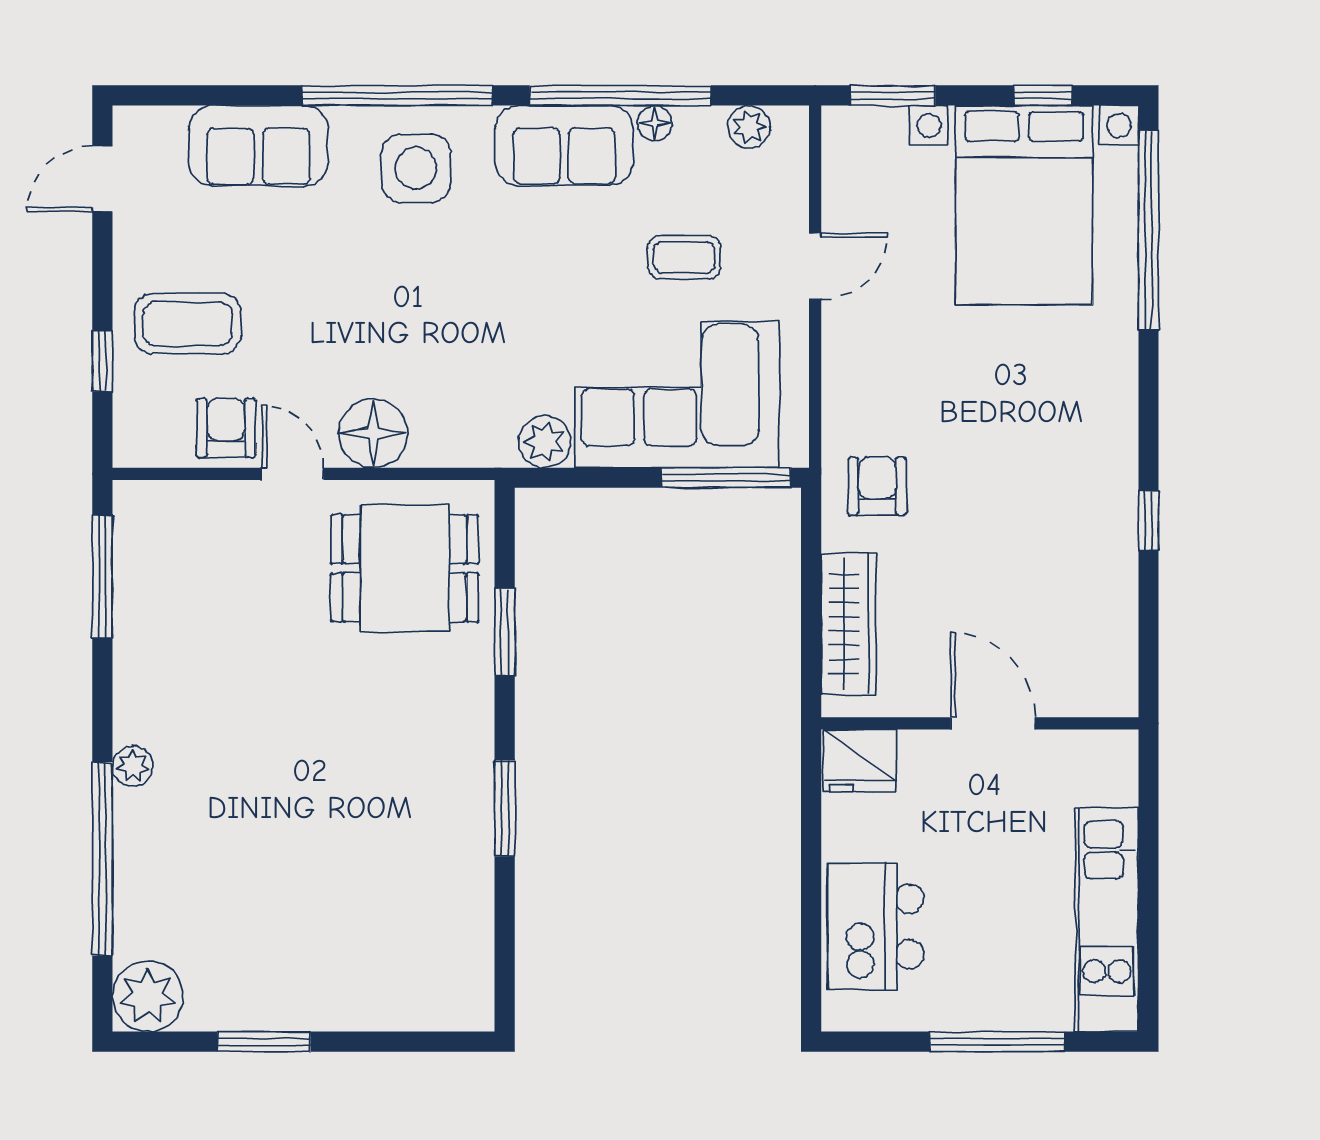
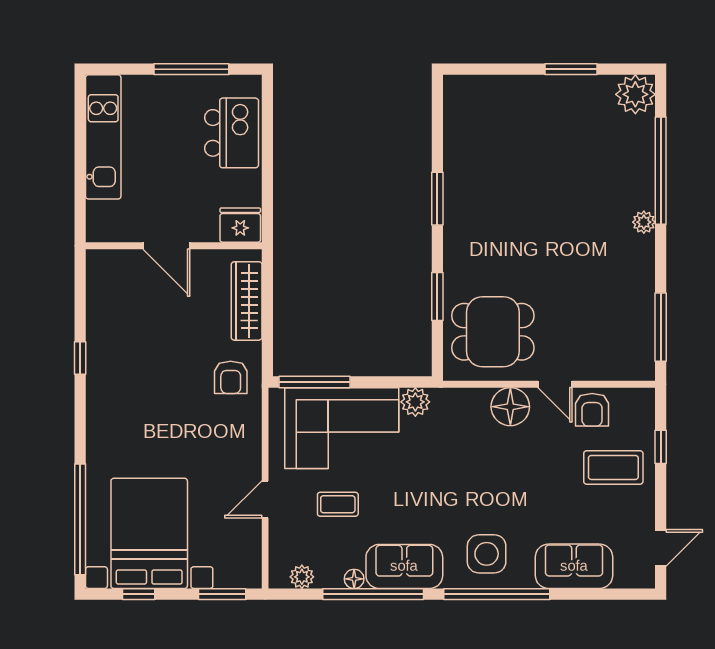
window: (997, 1042) -> (191, 69), moved

